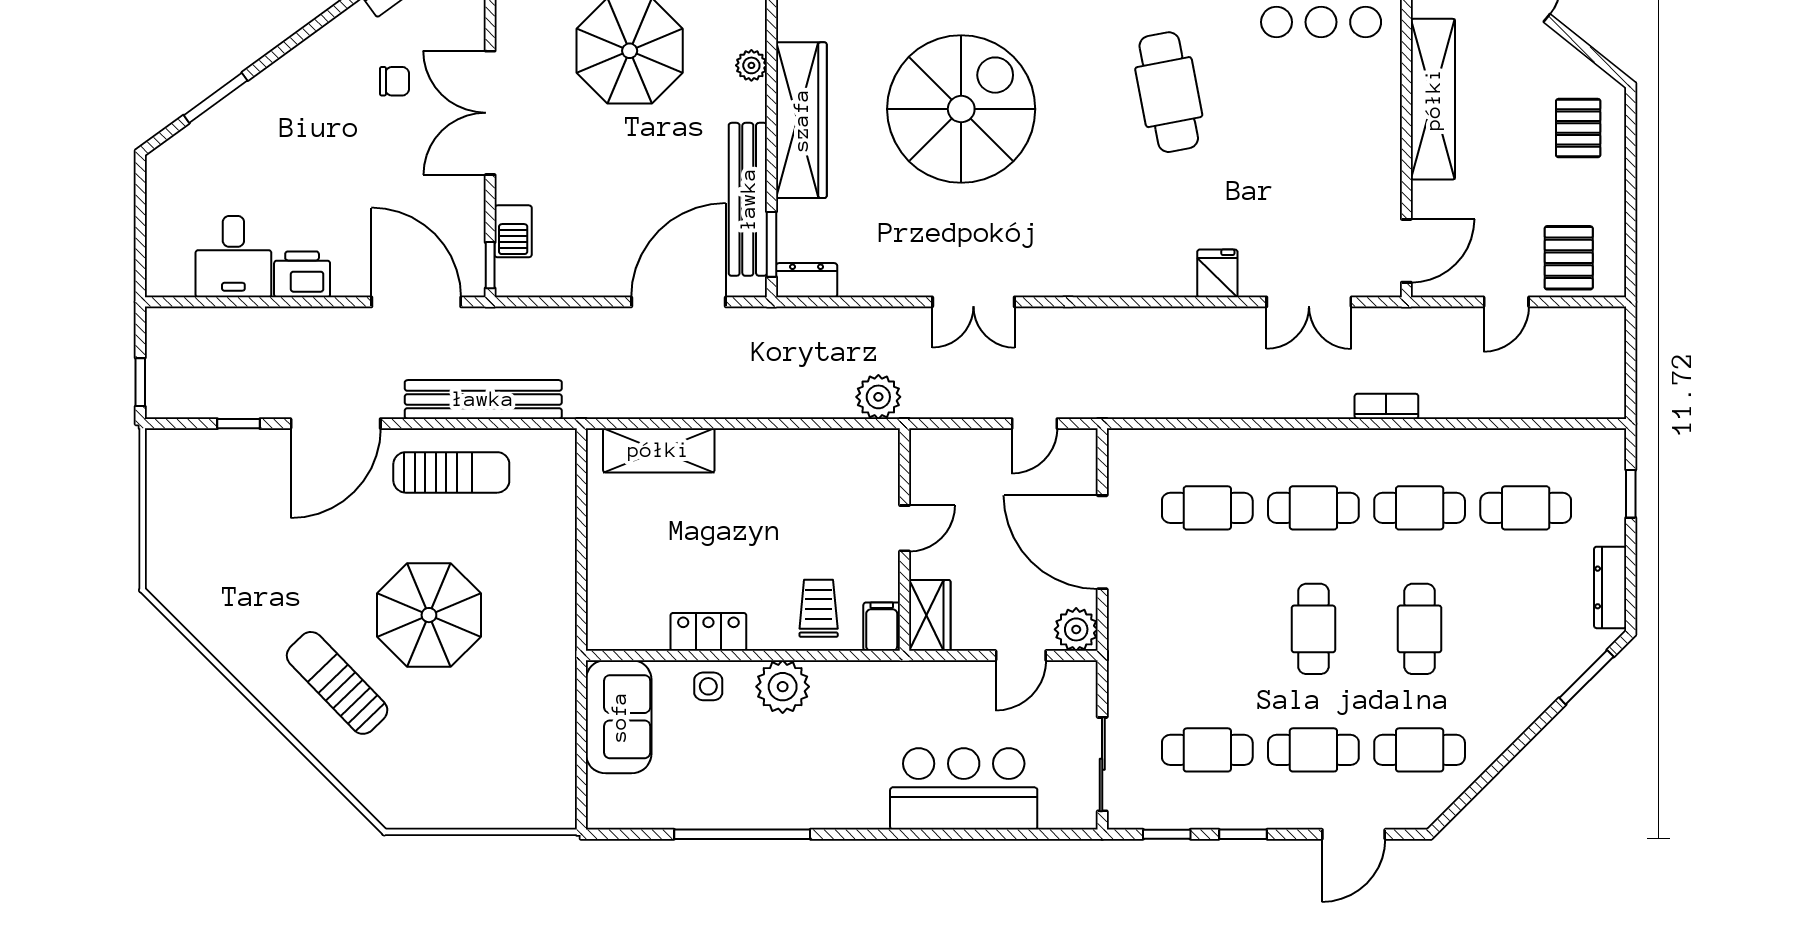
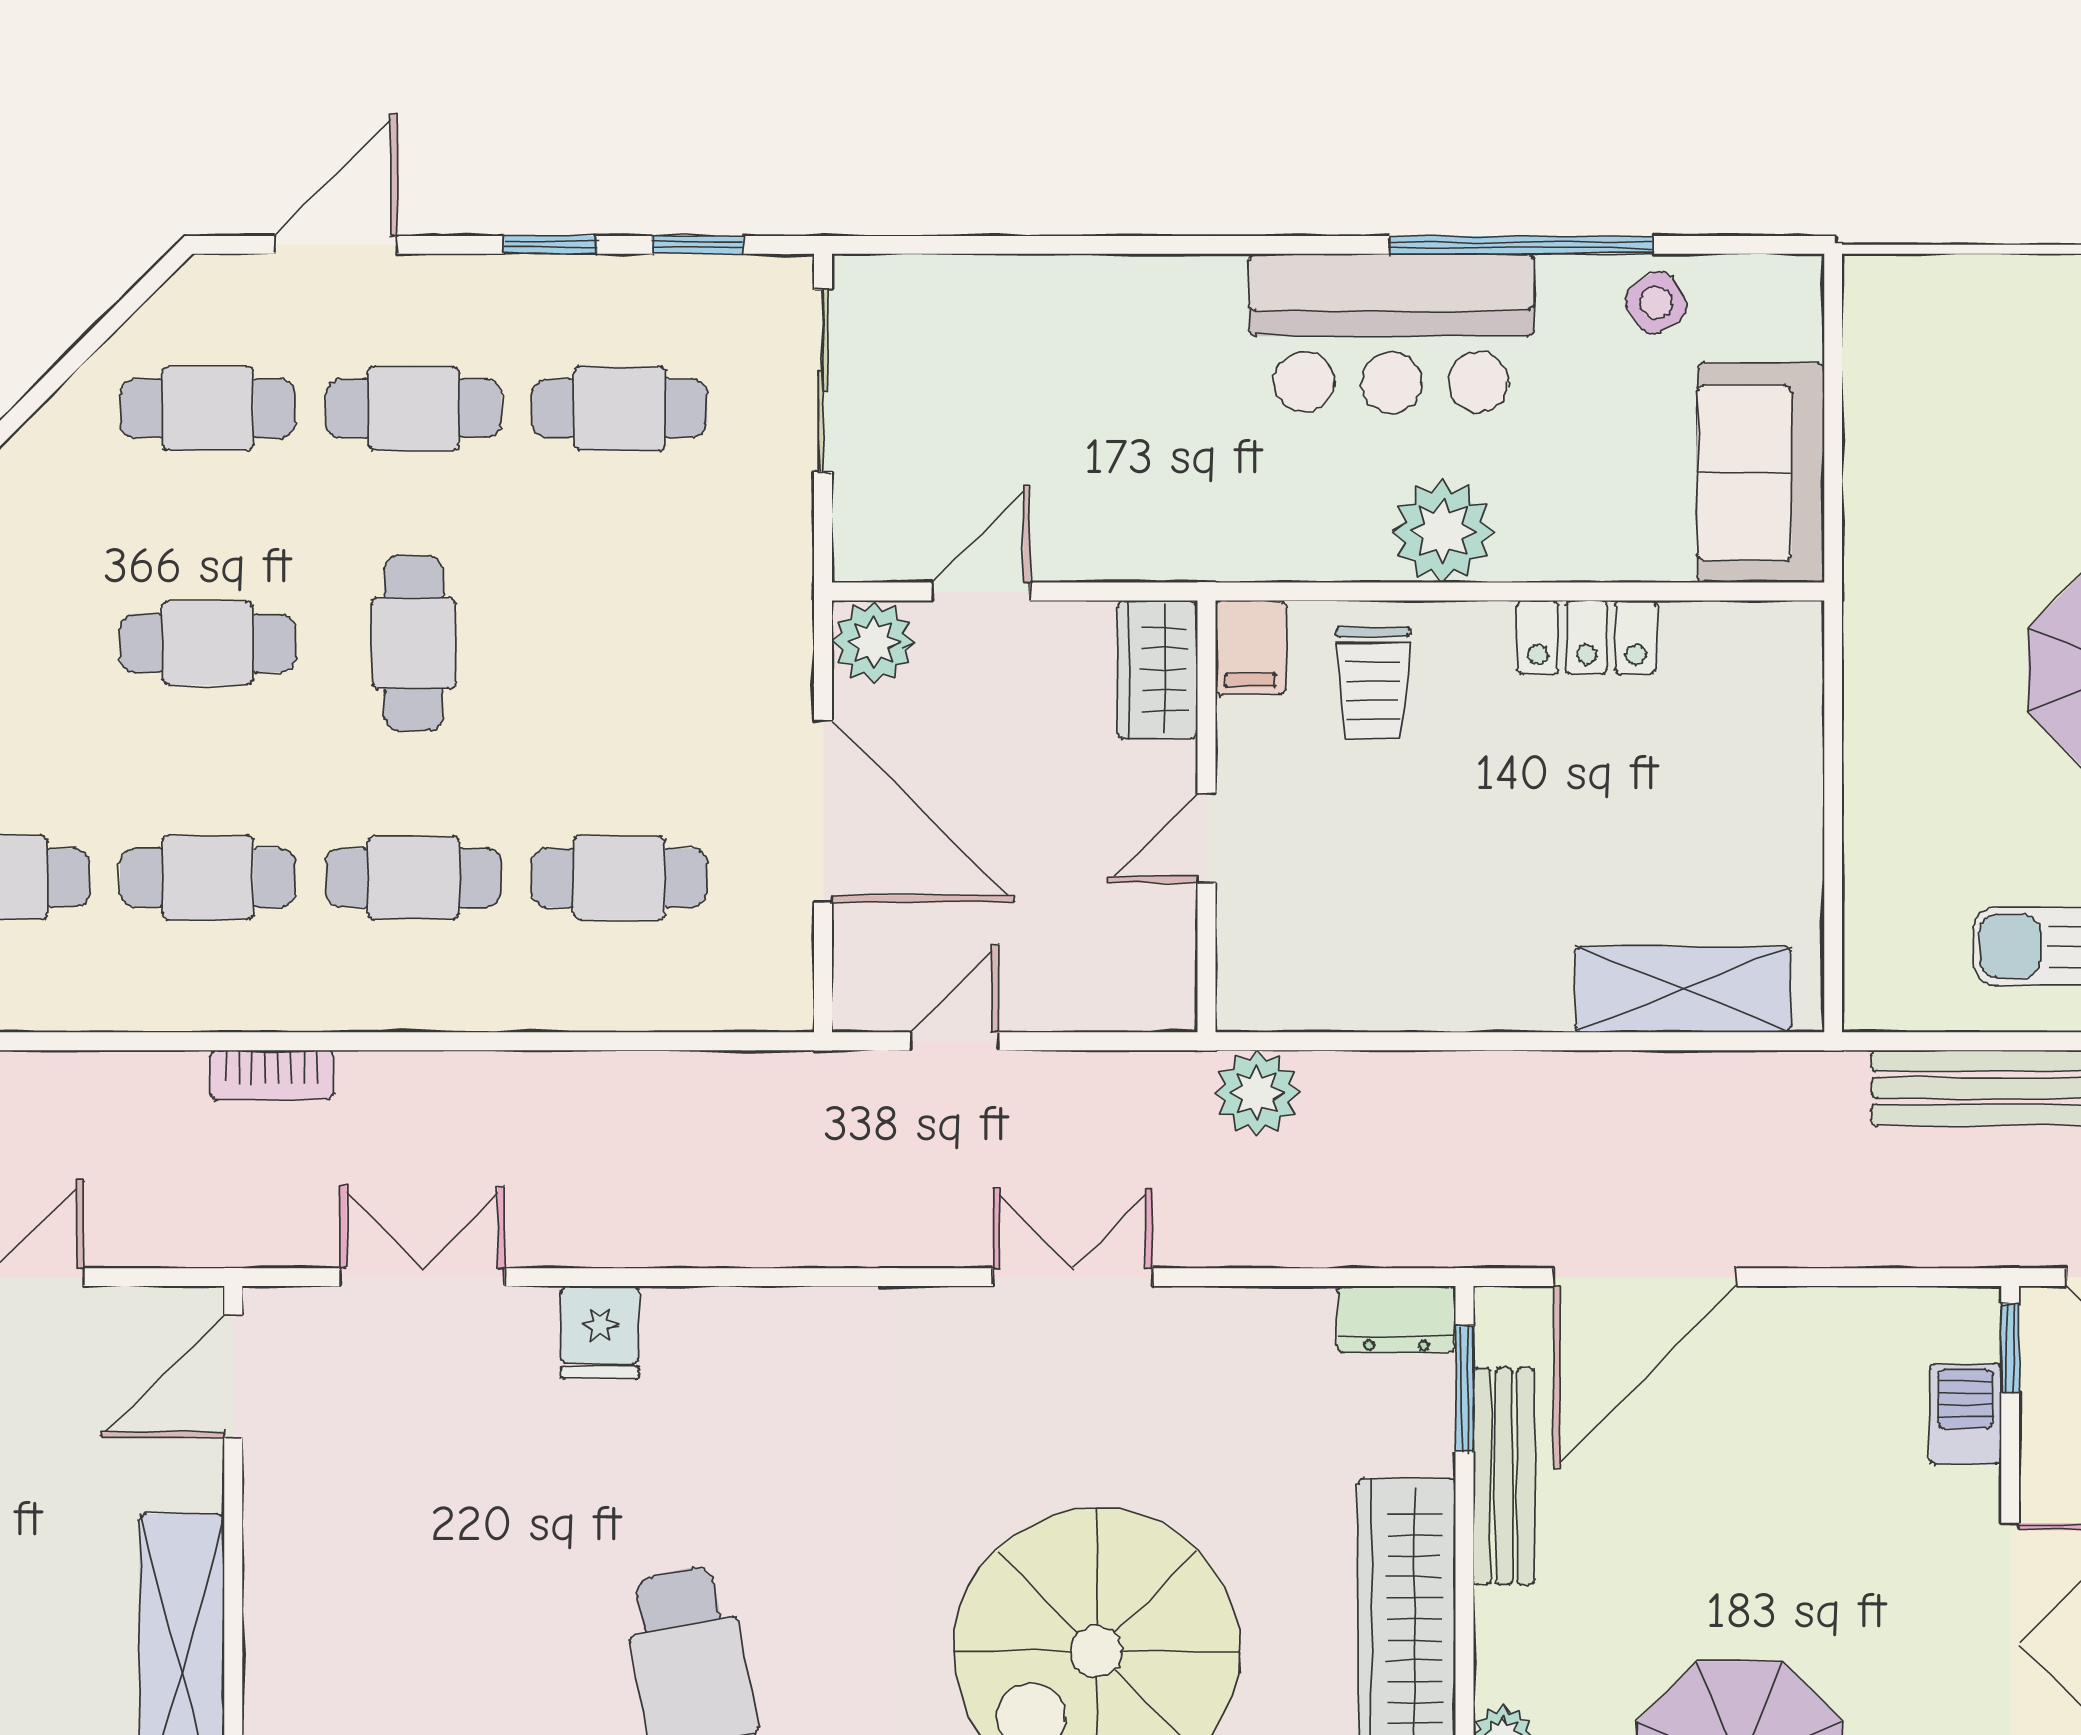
bench: (748, 199) -> (1504, 1476), width x0.73, depth x0.82
cafe table: (1420, 629) -> (208, 643), turned 90
side table: (708, 686) -> (1656, 303), moved, turned -32
bar counter: (964, 789) -> (1391, 333), moved

